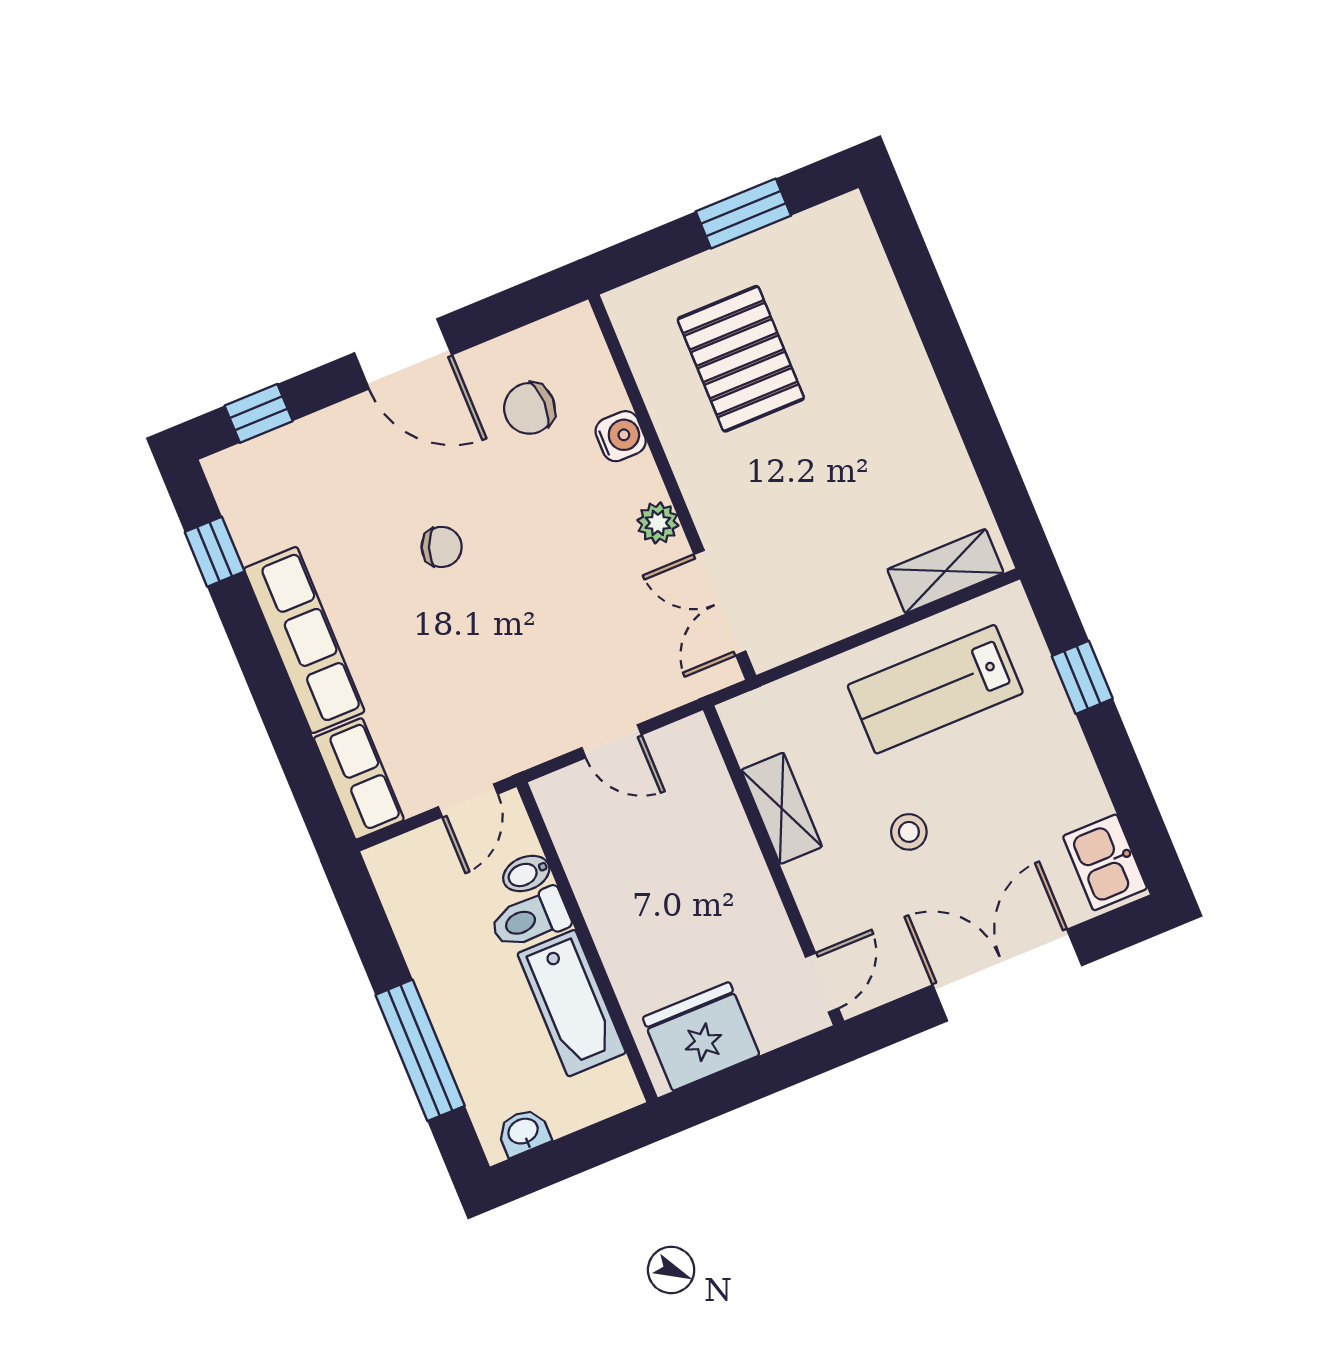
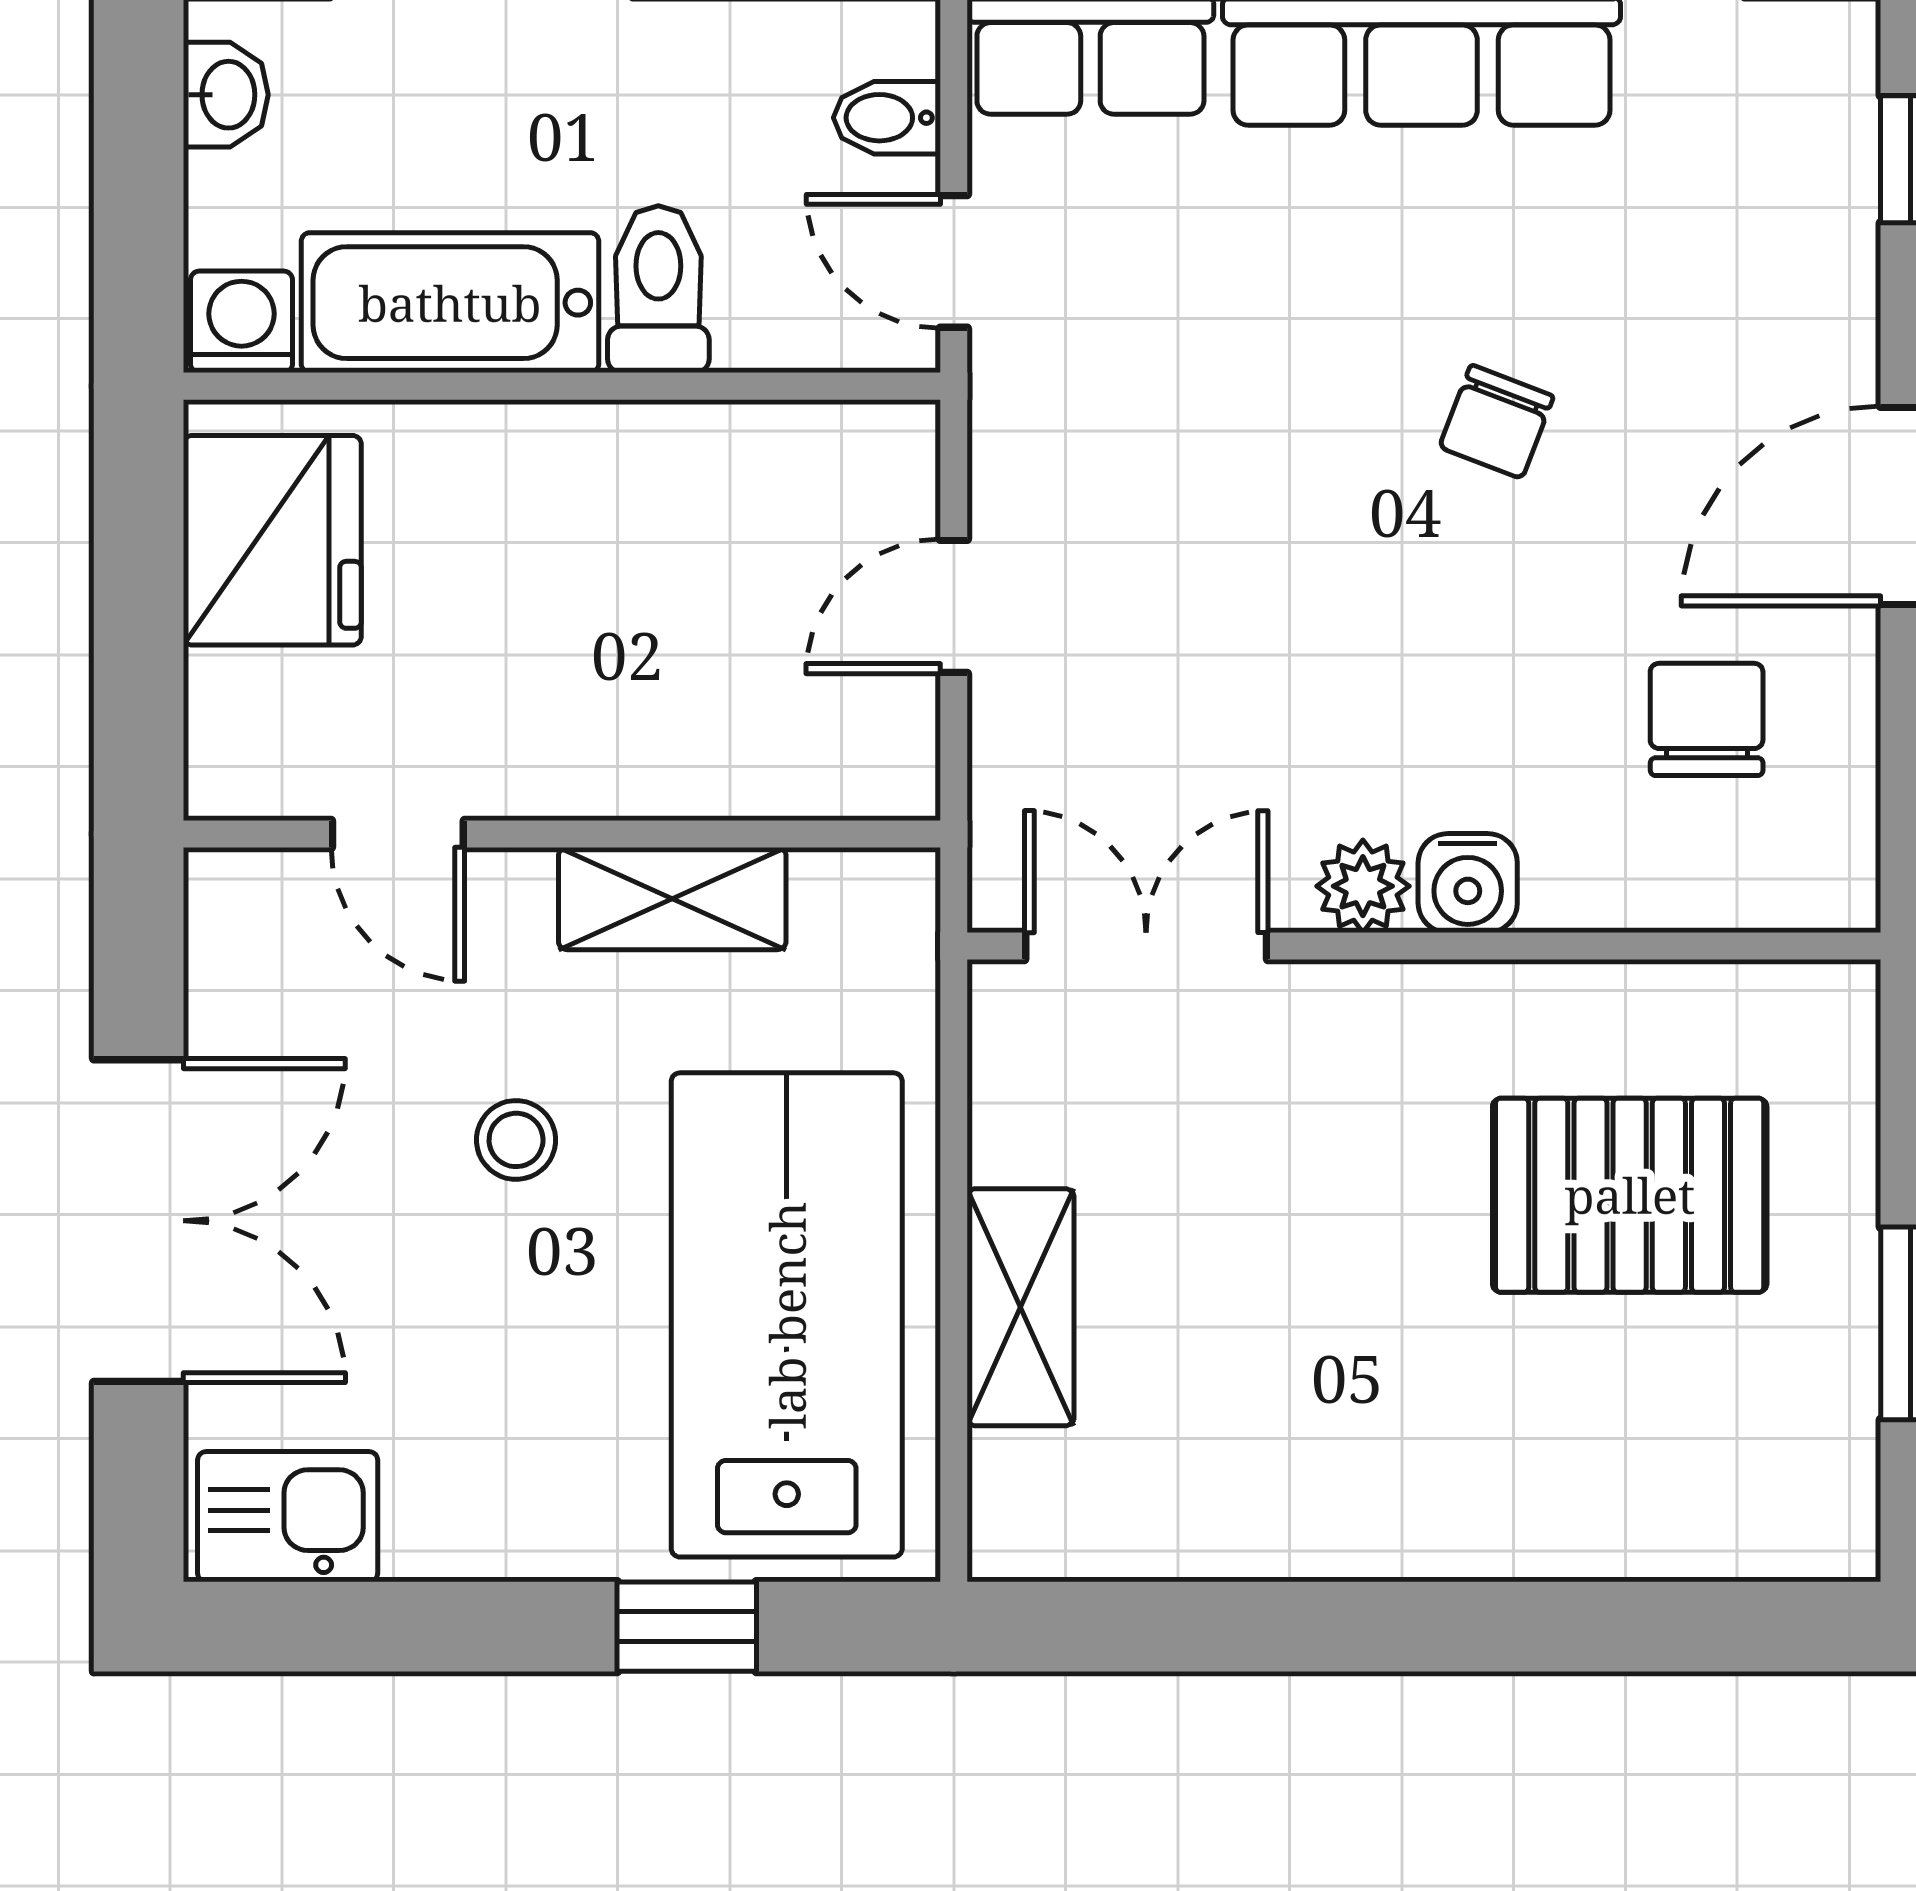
water cooler: (621, 436) -> (1468, 883), moved
shelving: (945, 571) -> (1021, 1307), moved
lab bench: (935, 689) -> (787, 1315), width x1.36, depth x1.39
bidet: (526, 873) -> (887, 118), moved, turned -90
door: (822, 983) -> (398, 834), moved
washing machine: (615, 1087) -> (241, 322), added

